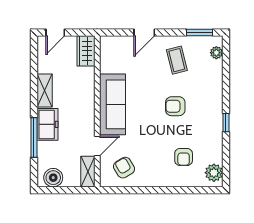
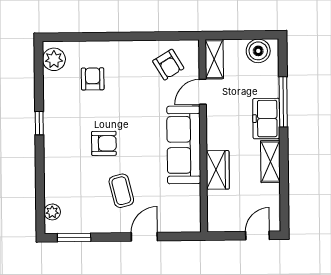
wardrobe: (86, 51) -> (218, 170), moved
coffee table: (177, 60) -> (121, 191), moved

